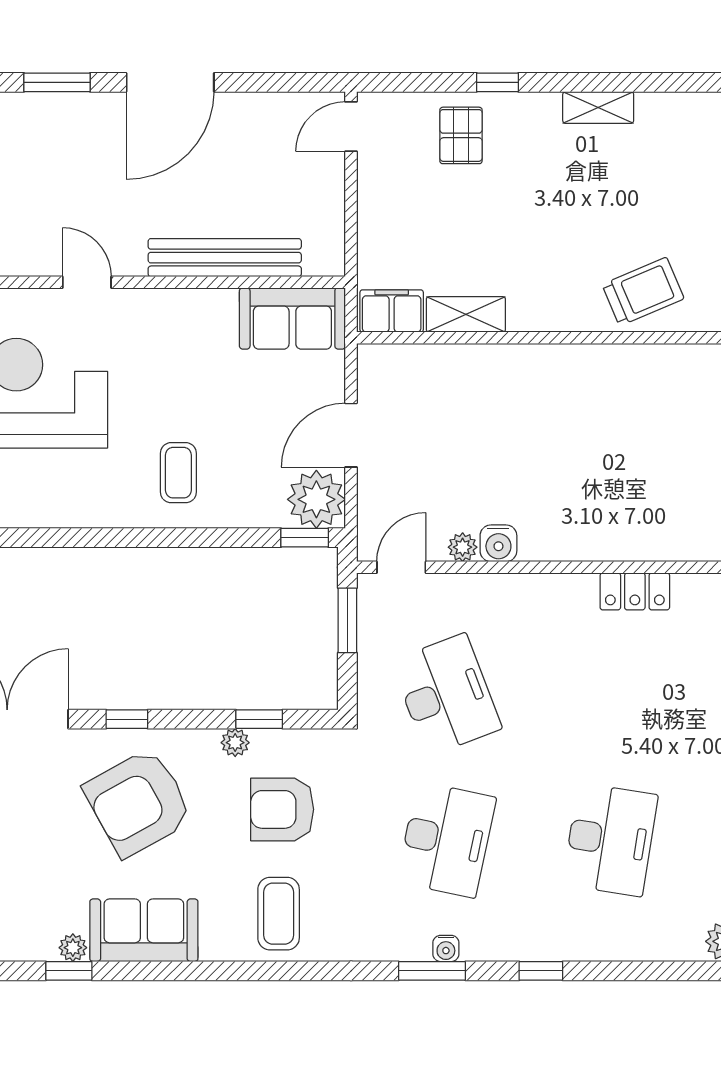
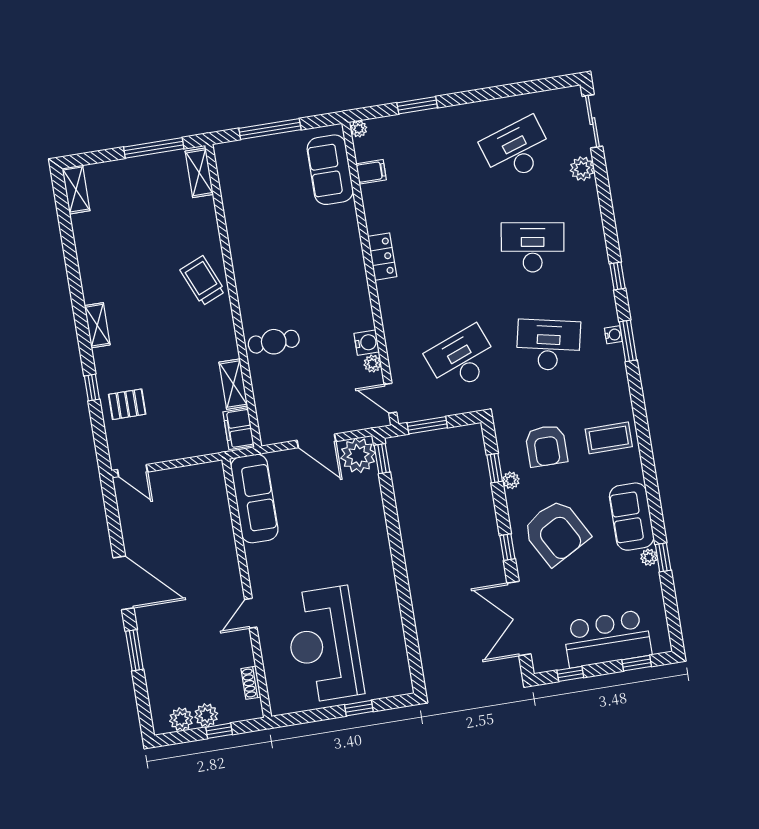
bench: (225, 258) -> (223, 533), removed
sofa: (292, 318) -> (254, 498), width x1.36
cafe table: (524, 392) -> (274, 342), added
coffee table: (178, 473) -> (355, 540), removed

